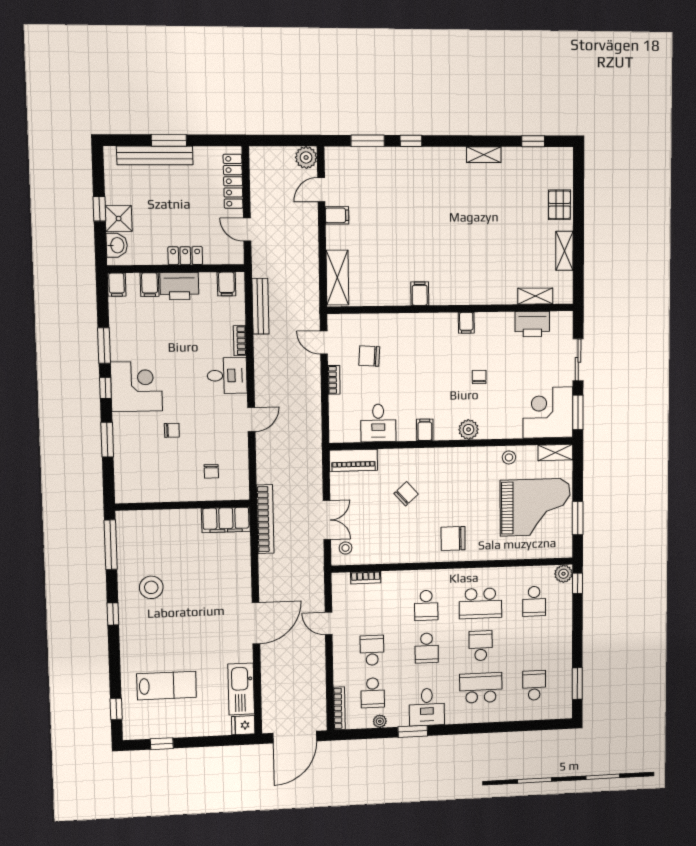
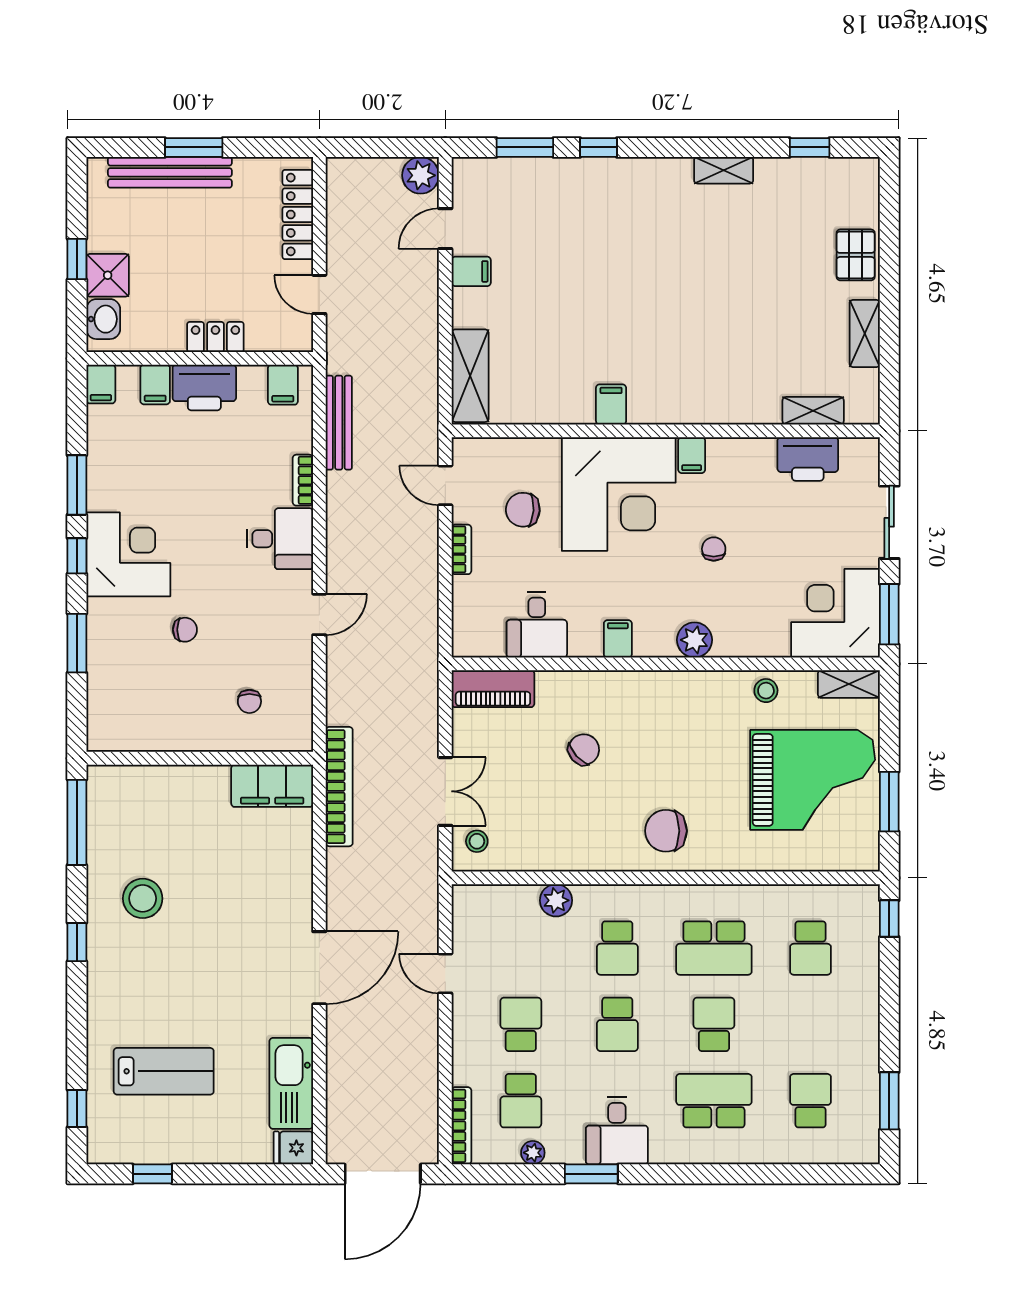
corner desk: (425, 346) -> (619, 494), added
plant: (563, 574) -> (556, 900), moved
bookcase: (366, 578) -> (511, 895), removed

